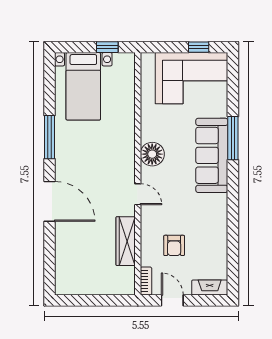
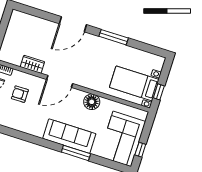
bed with nightstands: (83, 86) -> (134, 83), moved
floor lamp: (152, 154) -> (92, 102), moved
door: (138, 194) -> (60, 81), width x1.88
wardrobe: (126, 241) -> (32, 64), width x0.67

